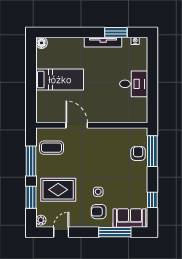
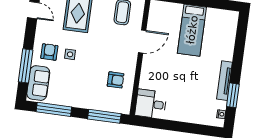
floor lamp: (41, 43) -> (232, 17), removed
desk: (134, 84) -> (151, 104), moved, turned 90
armchair: (138, 153) -> (116, 80), moved
window: (152, 200) -> (54, 109), width x2.17

